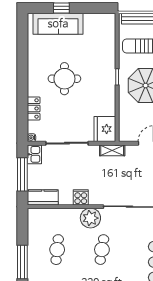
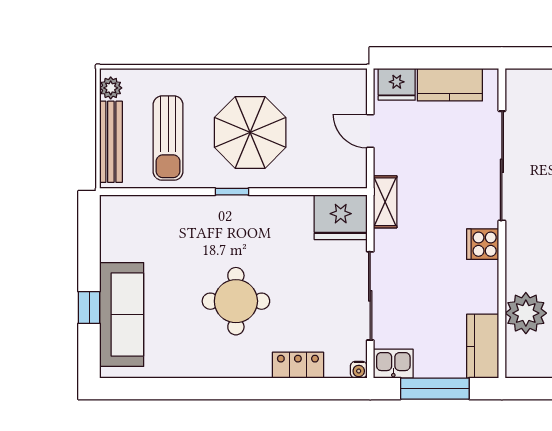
cooker: (81, 197) -> (483, 244), moved
plant: (90, 218) -> (526, 313), moved

